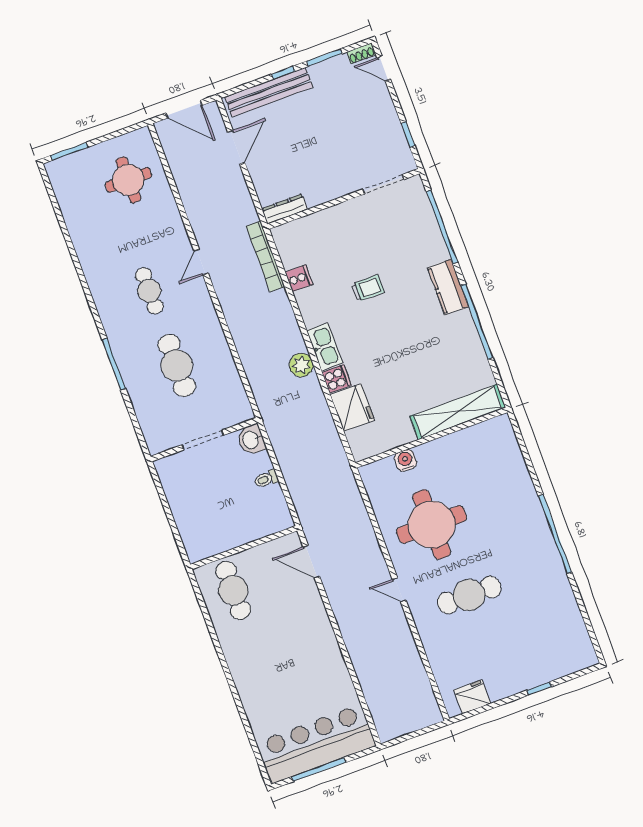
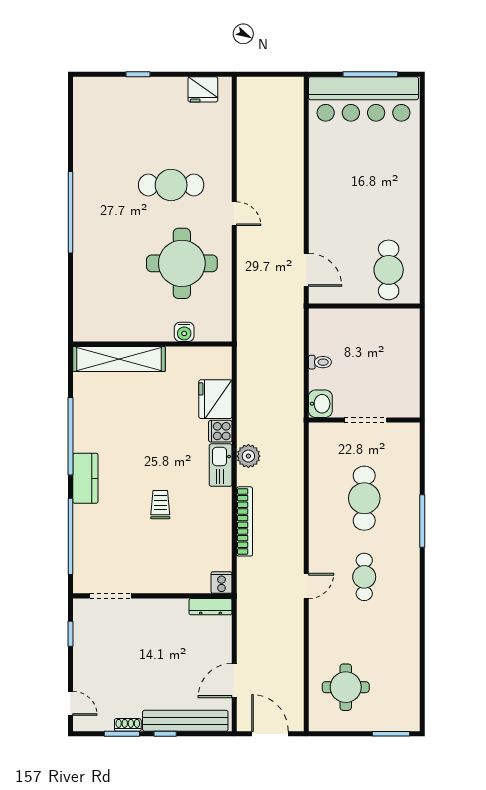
shoe rack: (361, 53) -> (128, 725), moved
bookcase: (265, 256) -> (245, 521), moved
cooker: (299, 278) -> (221, 582), moved, turned 90
trolley: (368, 288) -> (160, 505), turned 90

